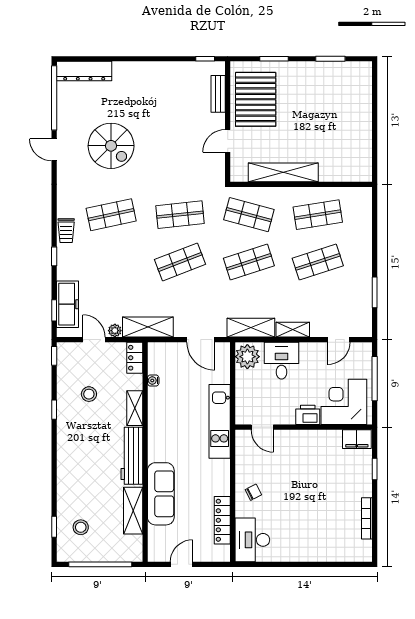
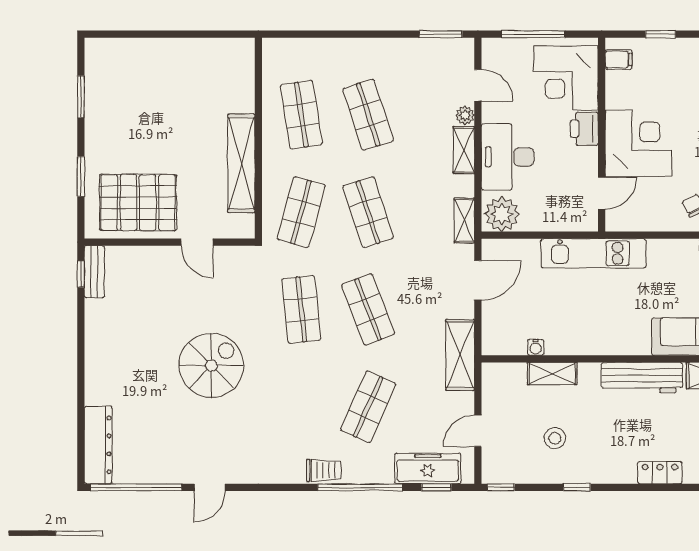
bench: (218, 94) -> (94, 272), moved, turned 90
spiral stairs: (111, 146) -> (211, 365), moved
shop shelf: (111, 215) -> (368, 407), moved, turned 36
window: (54, 256) -> (360, 487), width x3.17
window: (375, 292) -> (441, 34), moved
shelving: (251, 328) -> (464, 220), width x0.67, depth x0.75
plant: (115, 331) -> (465, 115), moved
locker: (135, 358) -> (660, 473), moved, turned 180
desk: (282, 361) -> (508, 157), width x1.37
shelving: (135, 408) -> (552, 374), moved
filing cabinet: (357, 439) -> (619, 60), width x0.50
corner desk: (298, 453) -> (638, 143), added

